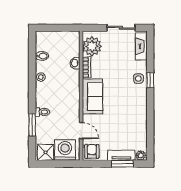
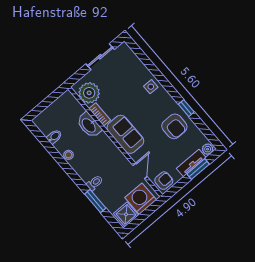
fireplace: (141, 46) -> (130, 58), removed
washbasin: (75, 63) -> (89, 125), width x1.91, depth x1.45
window: (150, 80) -> (186, 108), moved
armchair: (131, 120) -> (174, 126), added
door: (81, 131) -> (140, 171), hinge flipped
armchair: (92, 151) -> (164, 181), turned 90

